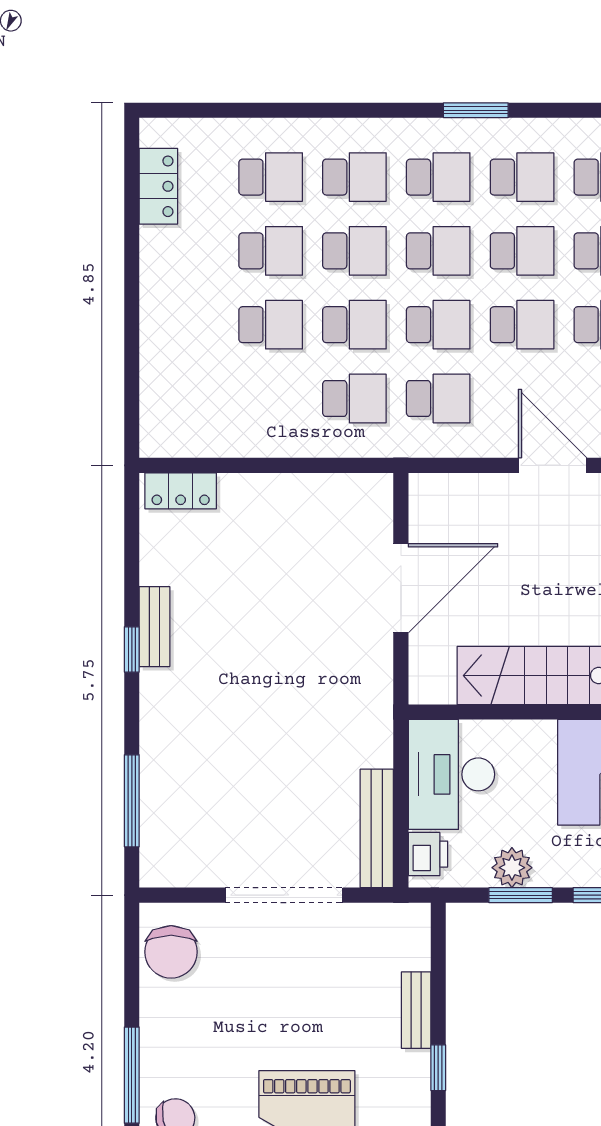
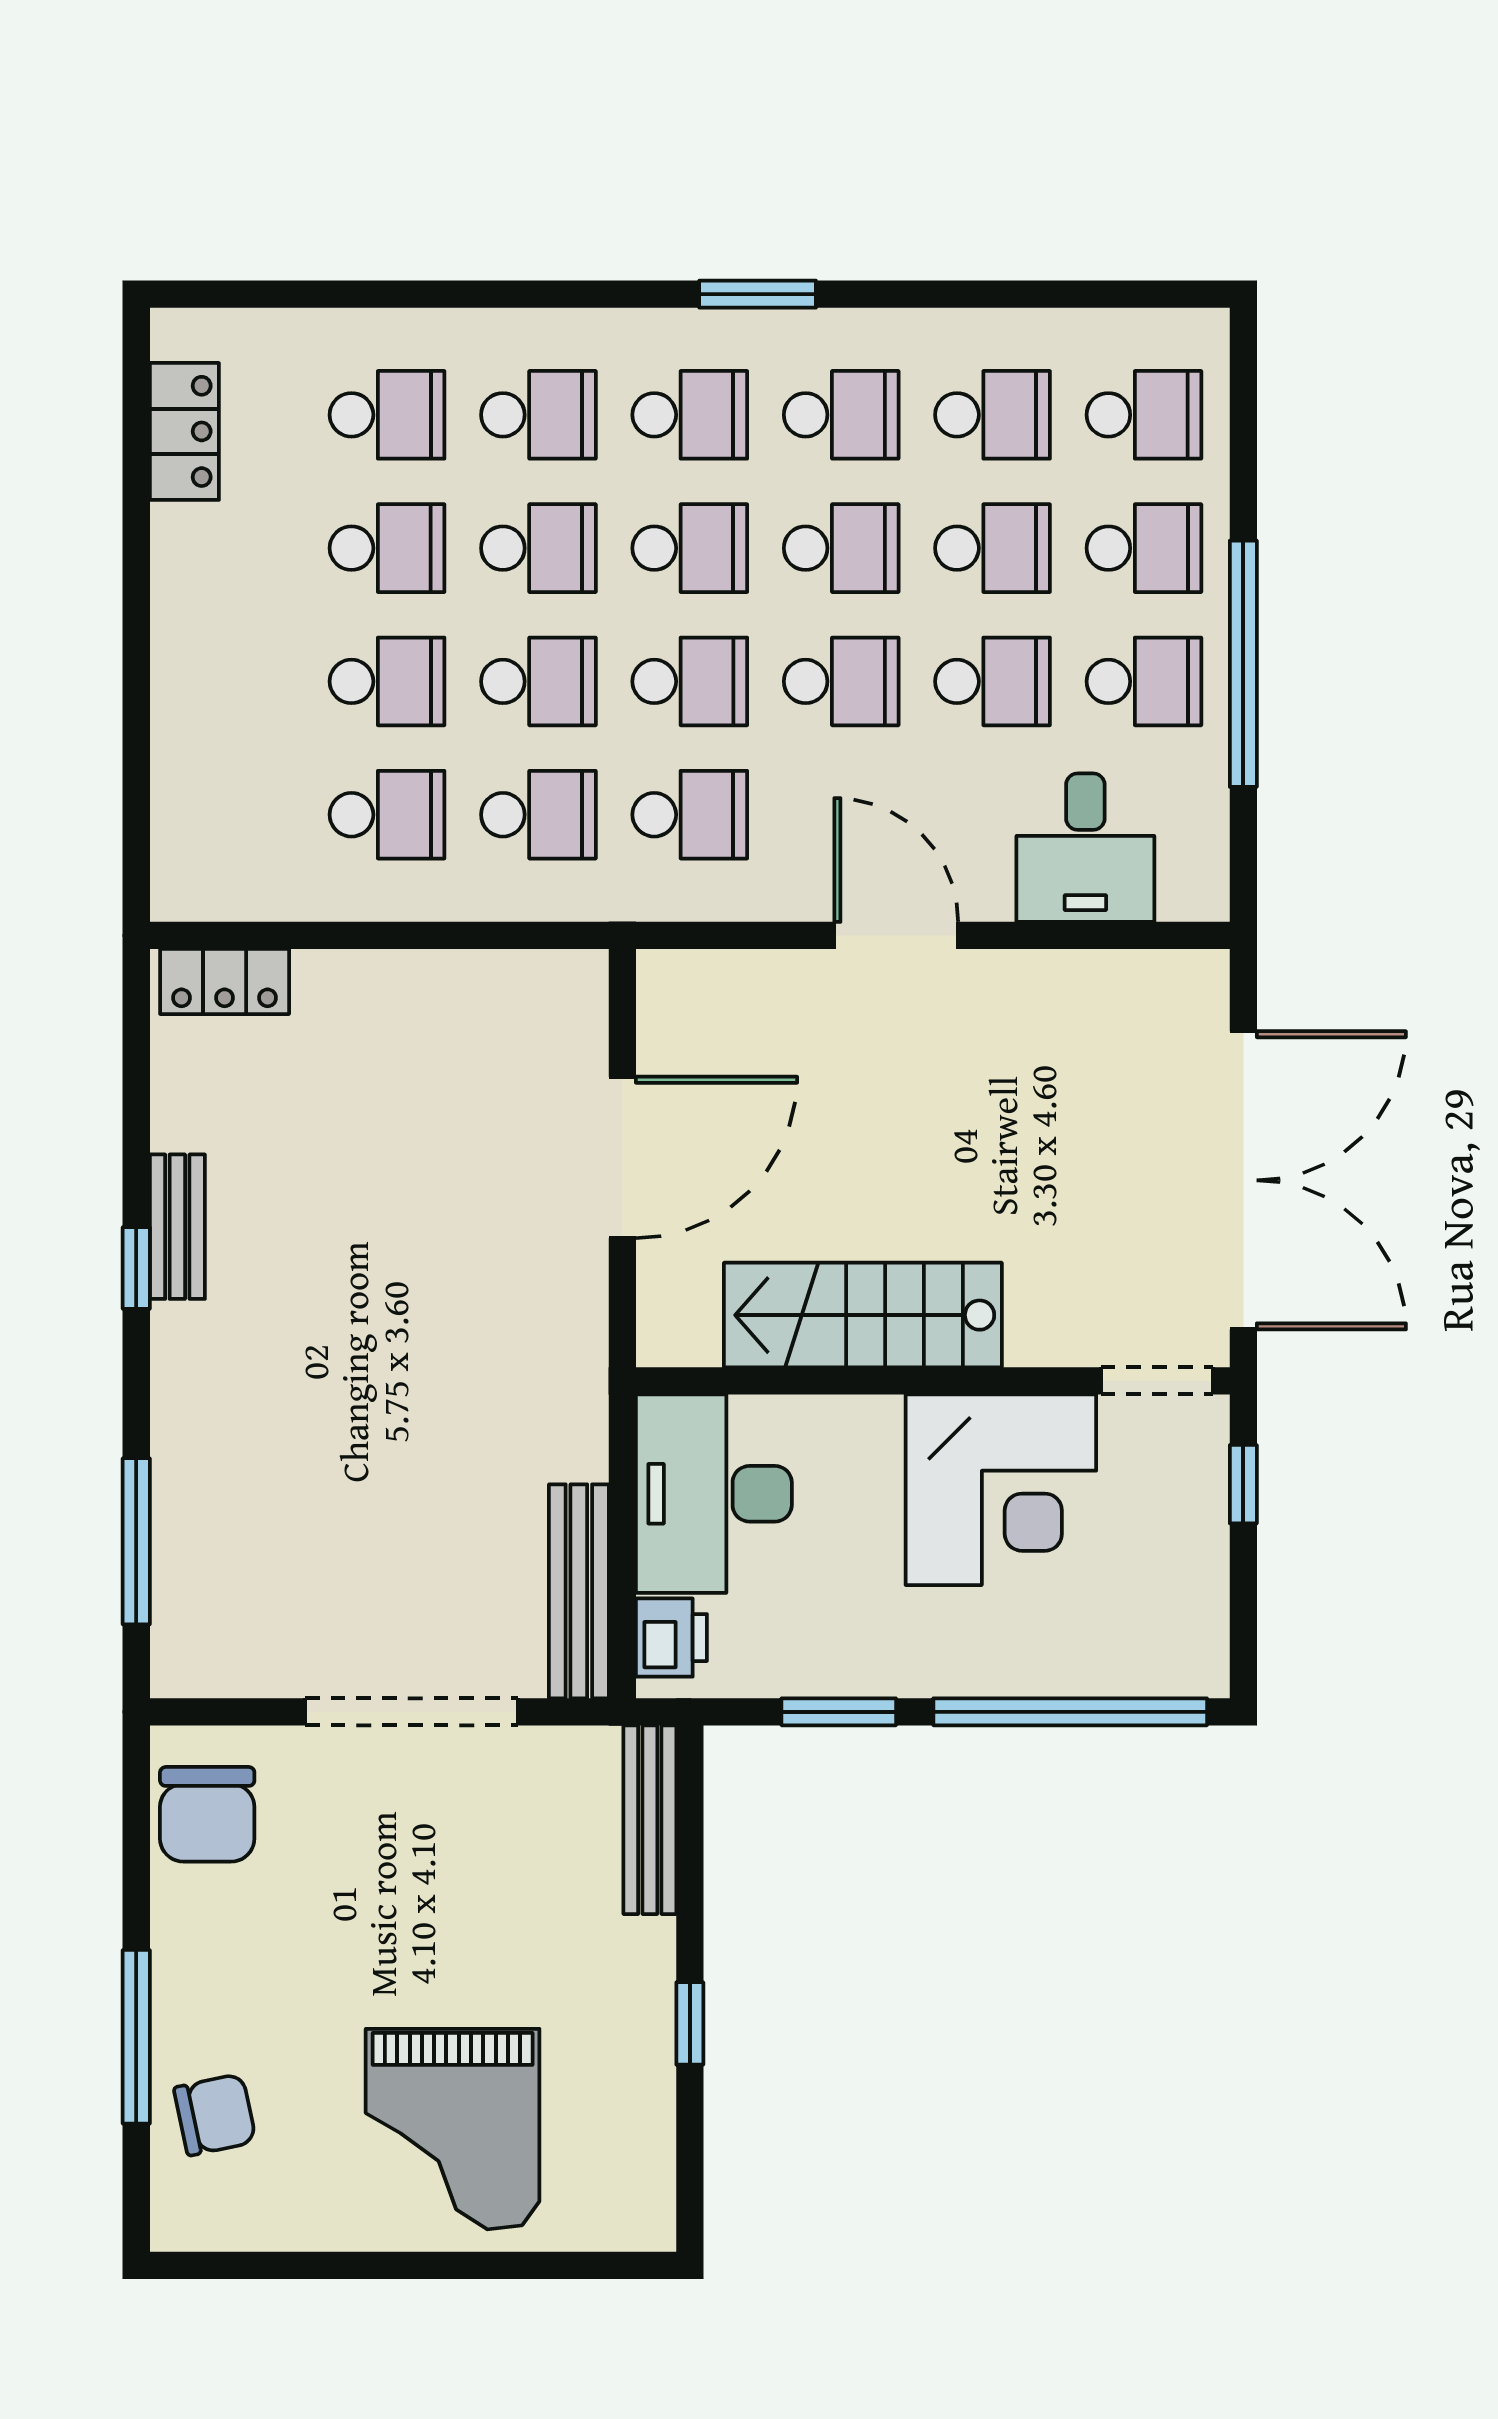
school desk: (271, 398) -> (387, 815), added
plant: (512, 868) -> (823, 1662), removed
bench: (416, 1010) -> (650, 1820), moved, width x1.36

